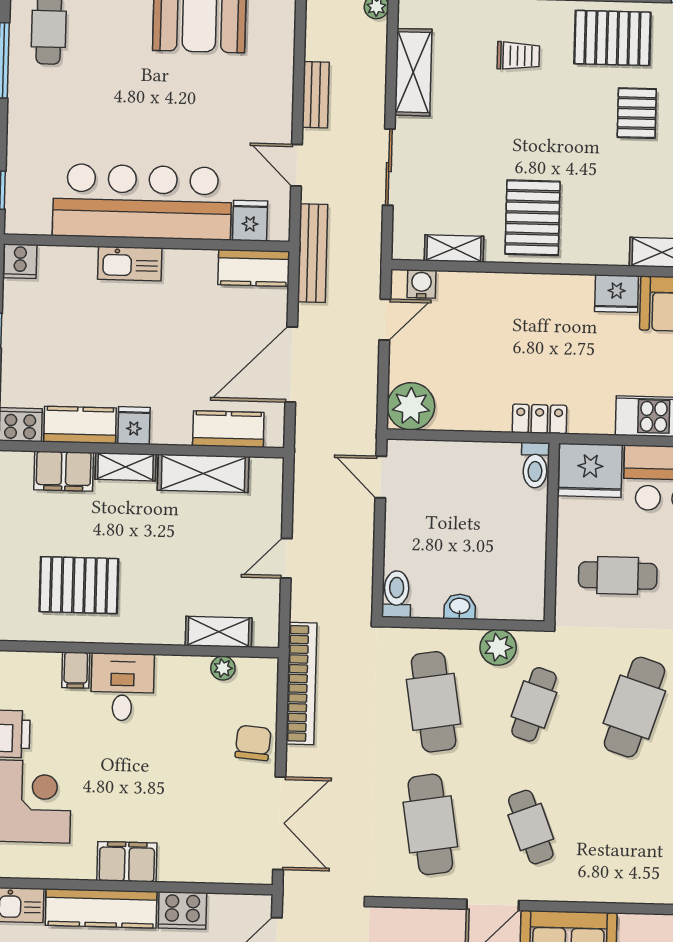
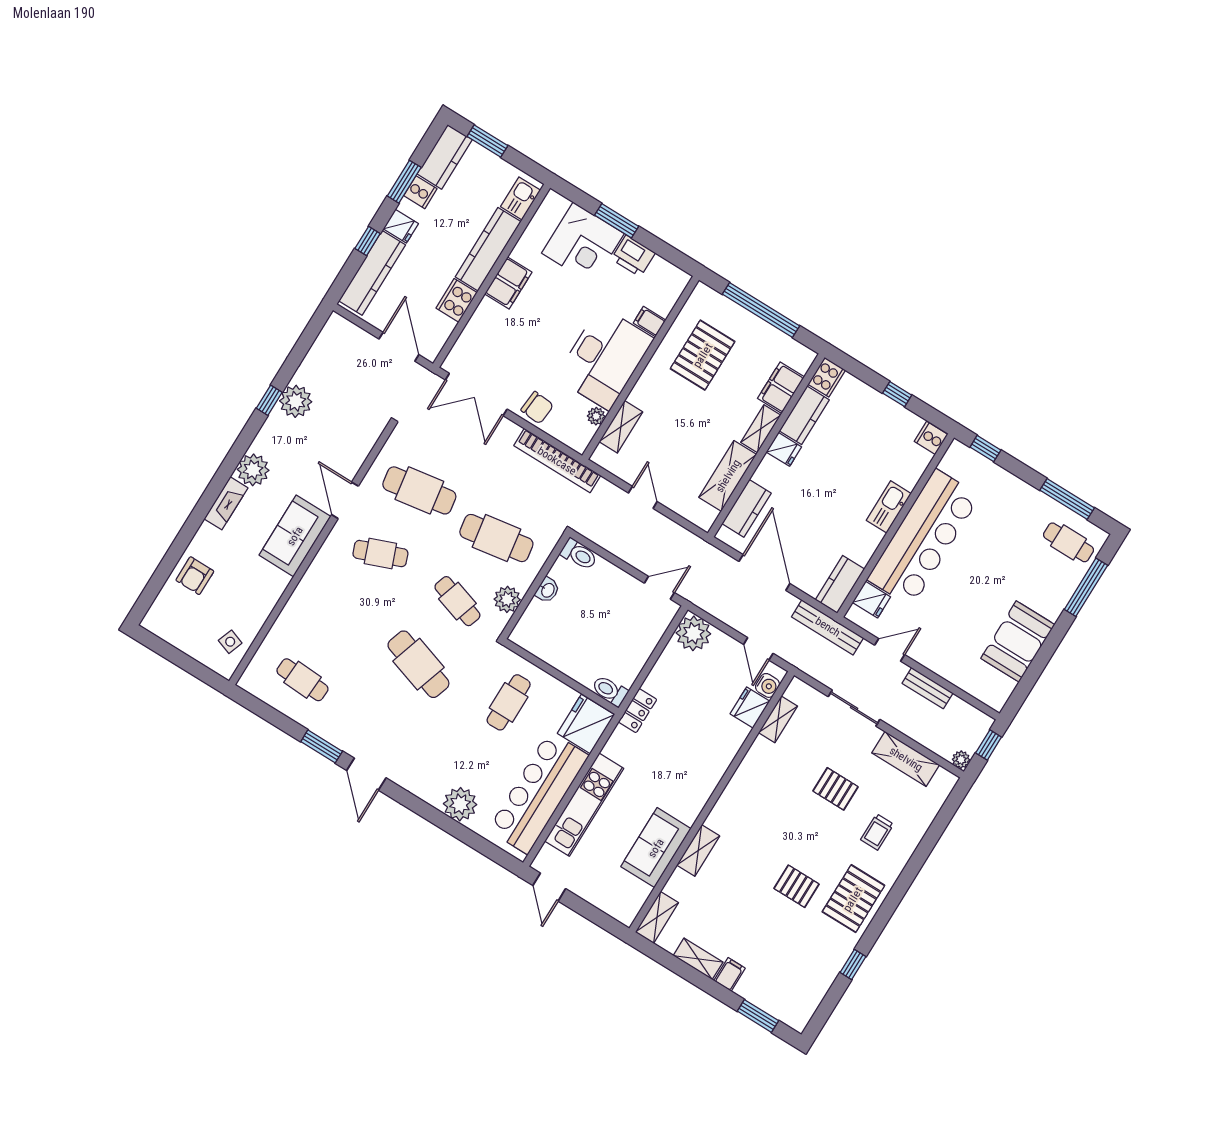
pallet: (533, 218) -> (835, 789), moved, width x0.67, depth x0.71
fridge: (617, 294) -> (750, 708), moved
desk: (122, 687) -> (605, 358), width x1.87, depth x1.30

